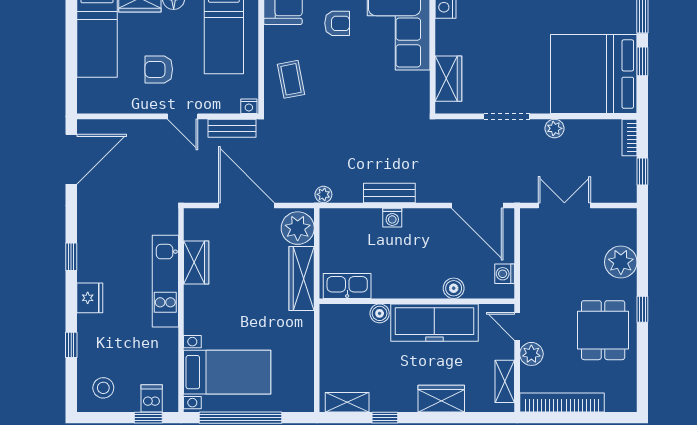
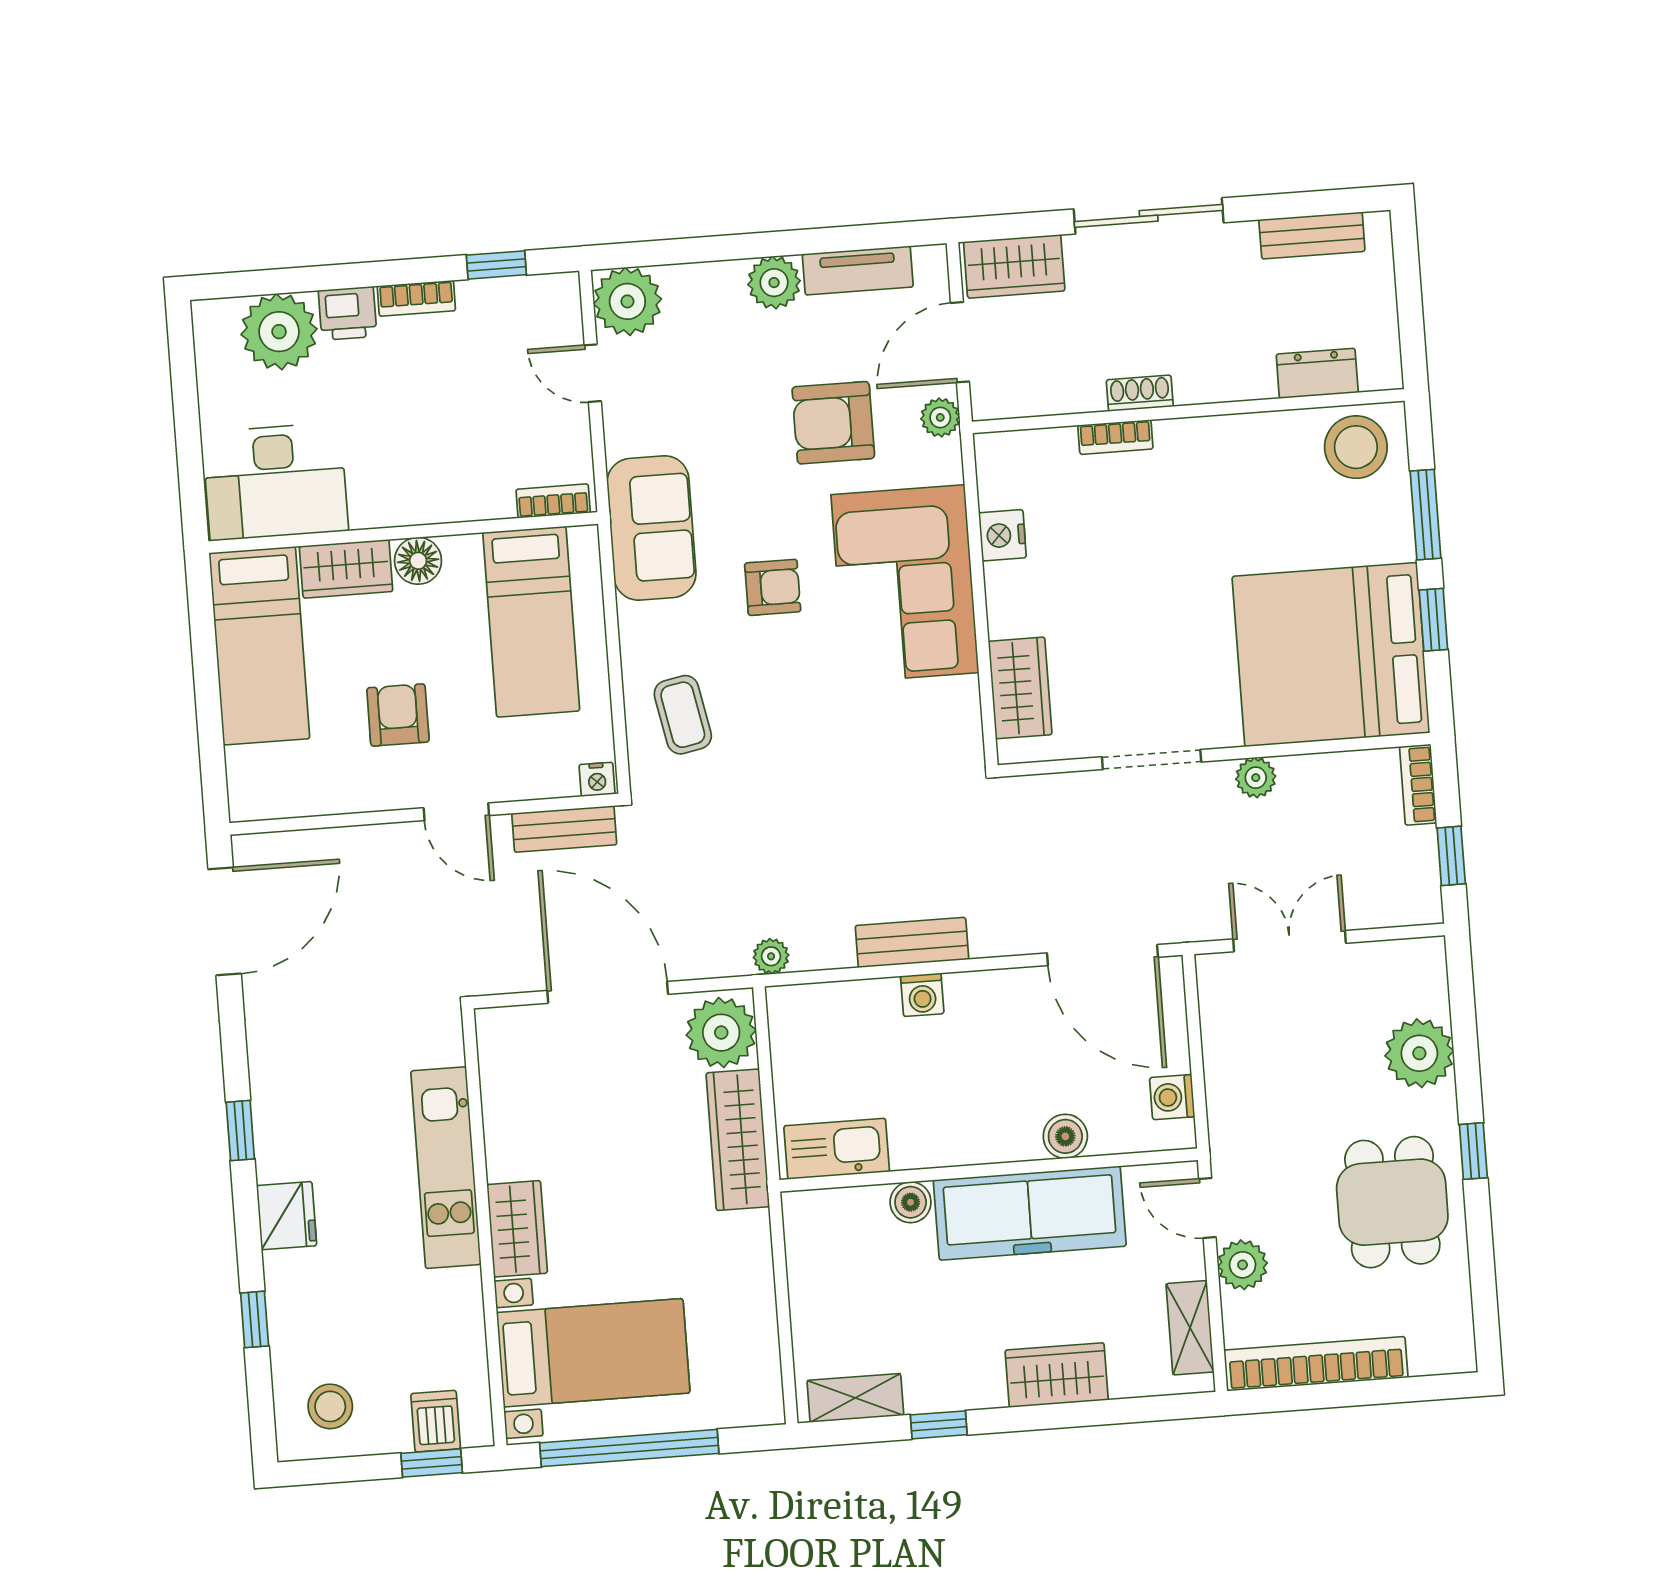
armchair: (159, 69) -> (398, 715), turned 90
wardrobe: (196, 263) -> (517, 1229), moved

